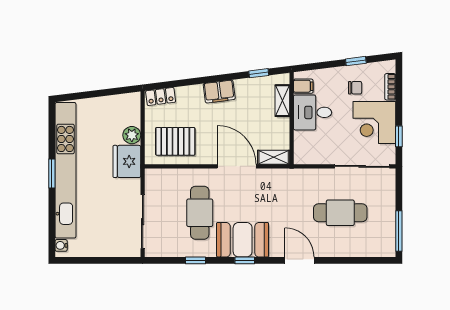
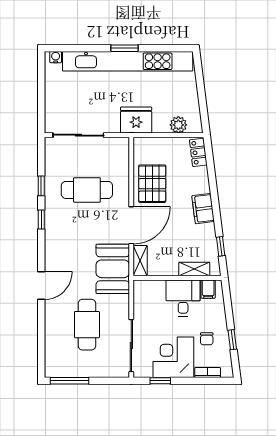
plant: (132, 135) -> (178, 125), moved
pallet: (175, 141) -> (152, 184), moved
booth: (243, 240) -> (113, 269), moved
window: (245, 260) -> (41, 220), moved

